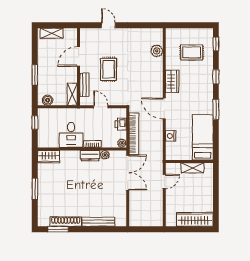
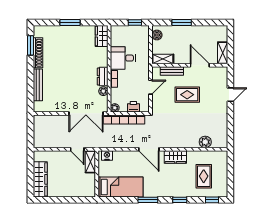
shelving: (52, 33) -> (223, 53), moved
door: (164, 108) -> (149, 149), swing flipped
nightstand: (171, 136) -> (107, 156), moved
shelving: (192, 168) -> (90, 162), moved

